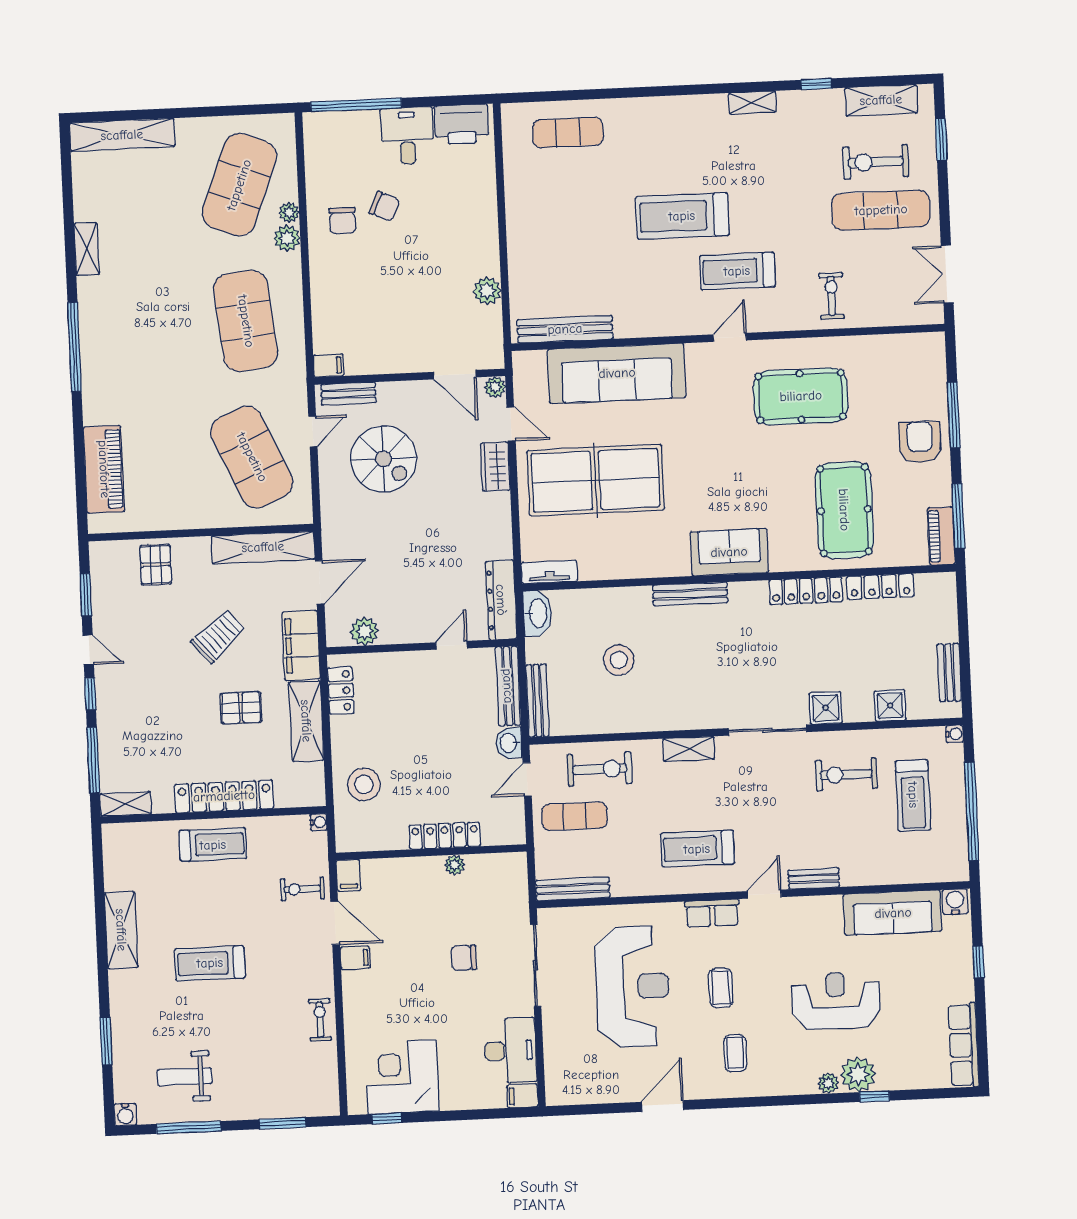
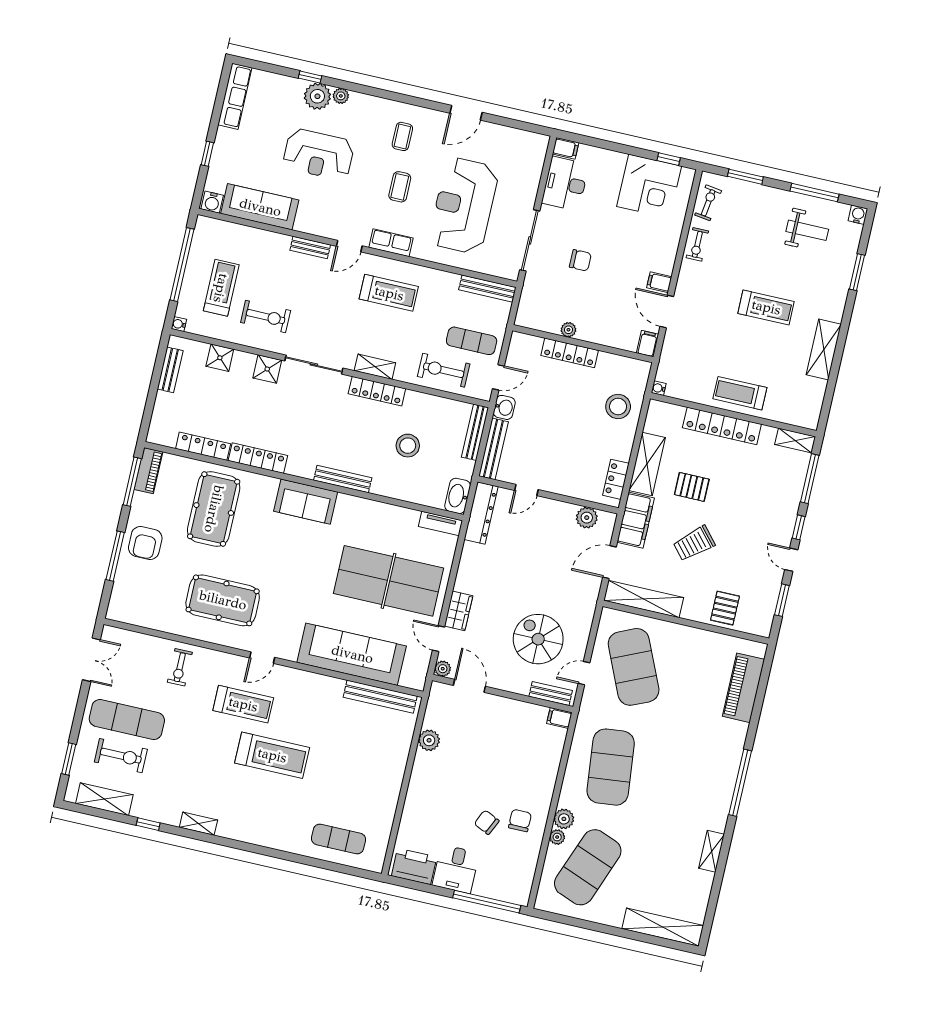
locker: (677, 719) -> (377, 391), added
exercise bike: (302, 889) -> (708, 203), moved, turned -82

